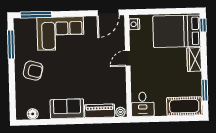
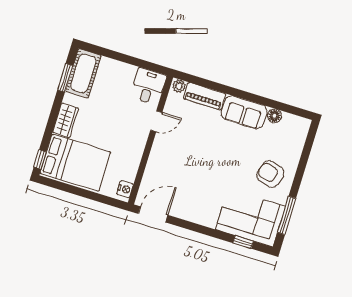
window: (36, 15) -> (243, 242), width x0.46
corner sofa: (60, 33) -> (250, 218), moved
door: (128, 58) -> (156, 121), moved
cot: (184, 106) -> (83, 73), moved, turned 90
floor lamp: (33, 114) -> (274, 116), moved

